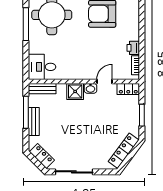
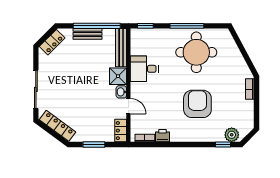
window: (26, 65) -> (145, 26), added
desk: (42, 67) -> (144, 69), moved, turned -90
bench: (42, 89) -> (121, 48), width x1.36
window: (26, 112) -> (97, 26), width x1.46
sliding door: (74, 172) -> (36, 89), moved

